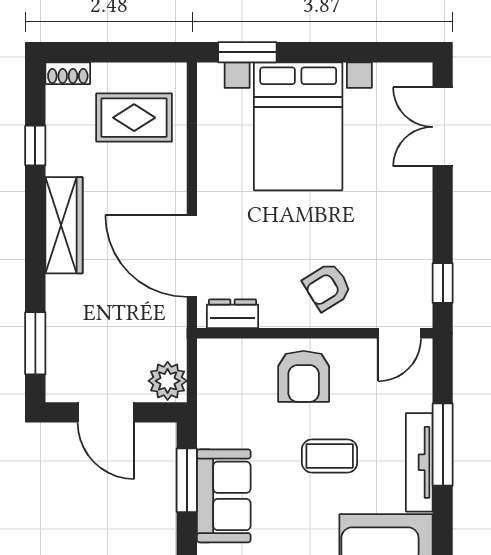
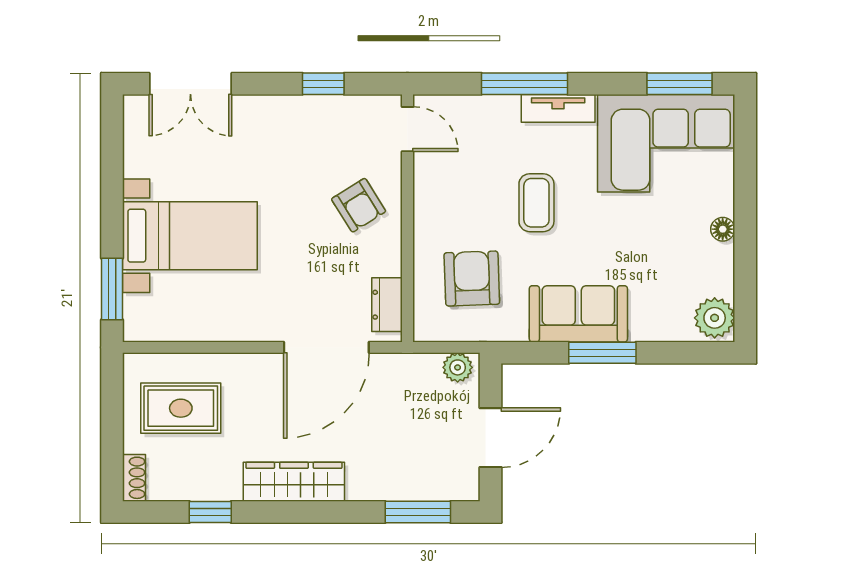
rug: (134, 118) -> (181, 408), turned 90
bed with nightstands: (298, 126) -> (190, 236), width x0.73
window: (443, 283) -> (323, 84), moved
armchair: (304, 376) -> (472, 278), moved, turned -92
plant: (168, 381) -> (458, 367), width x0.73, depth x0.73
tv unit: (419, 462) -> (558, 108), width x0.71
window: (187, 480) -> (602, 353), moved

